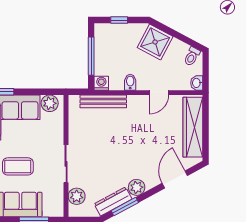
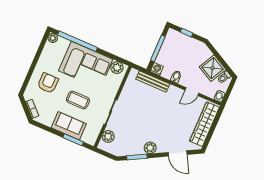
shower: (155, 42) -> (213, 68), moved
door: (175, 179) -> (178, 153), swing flipped
dresser: (113, 201) -> (131, 150), removed

